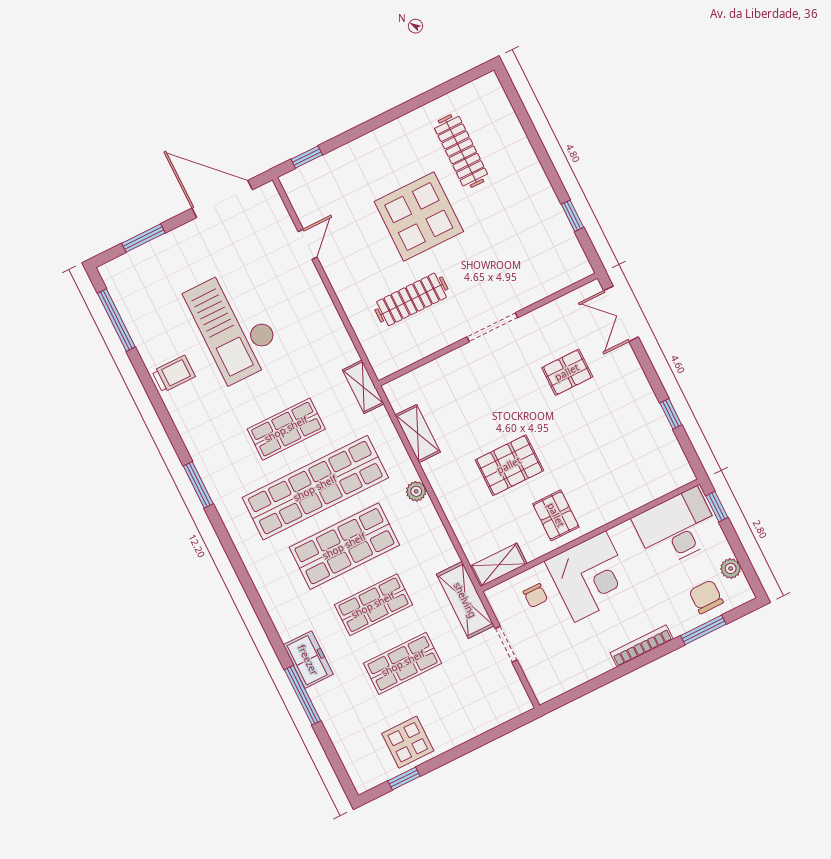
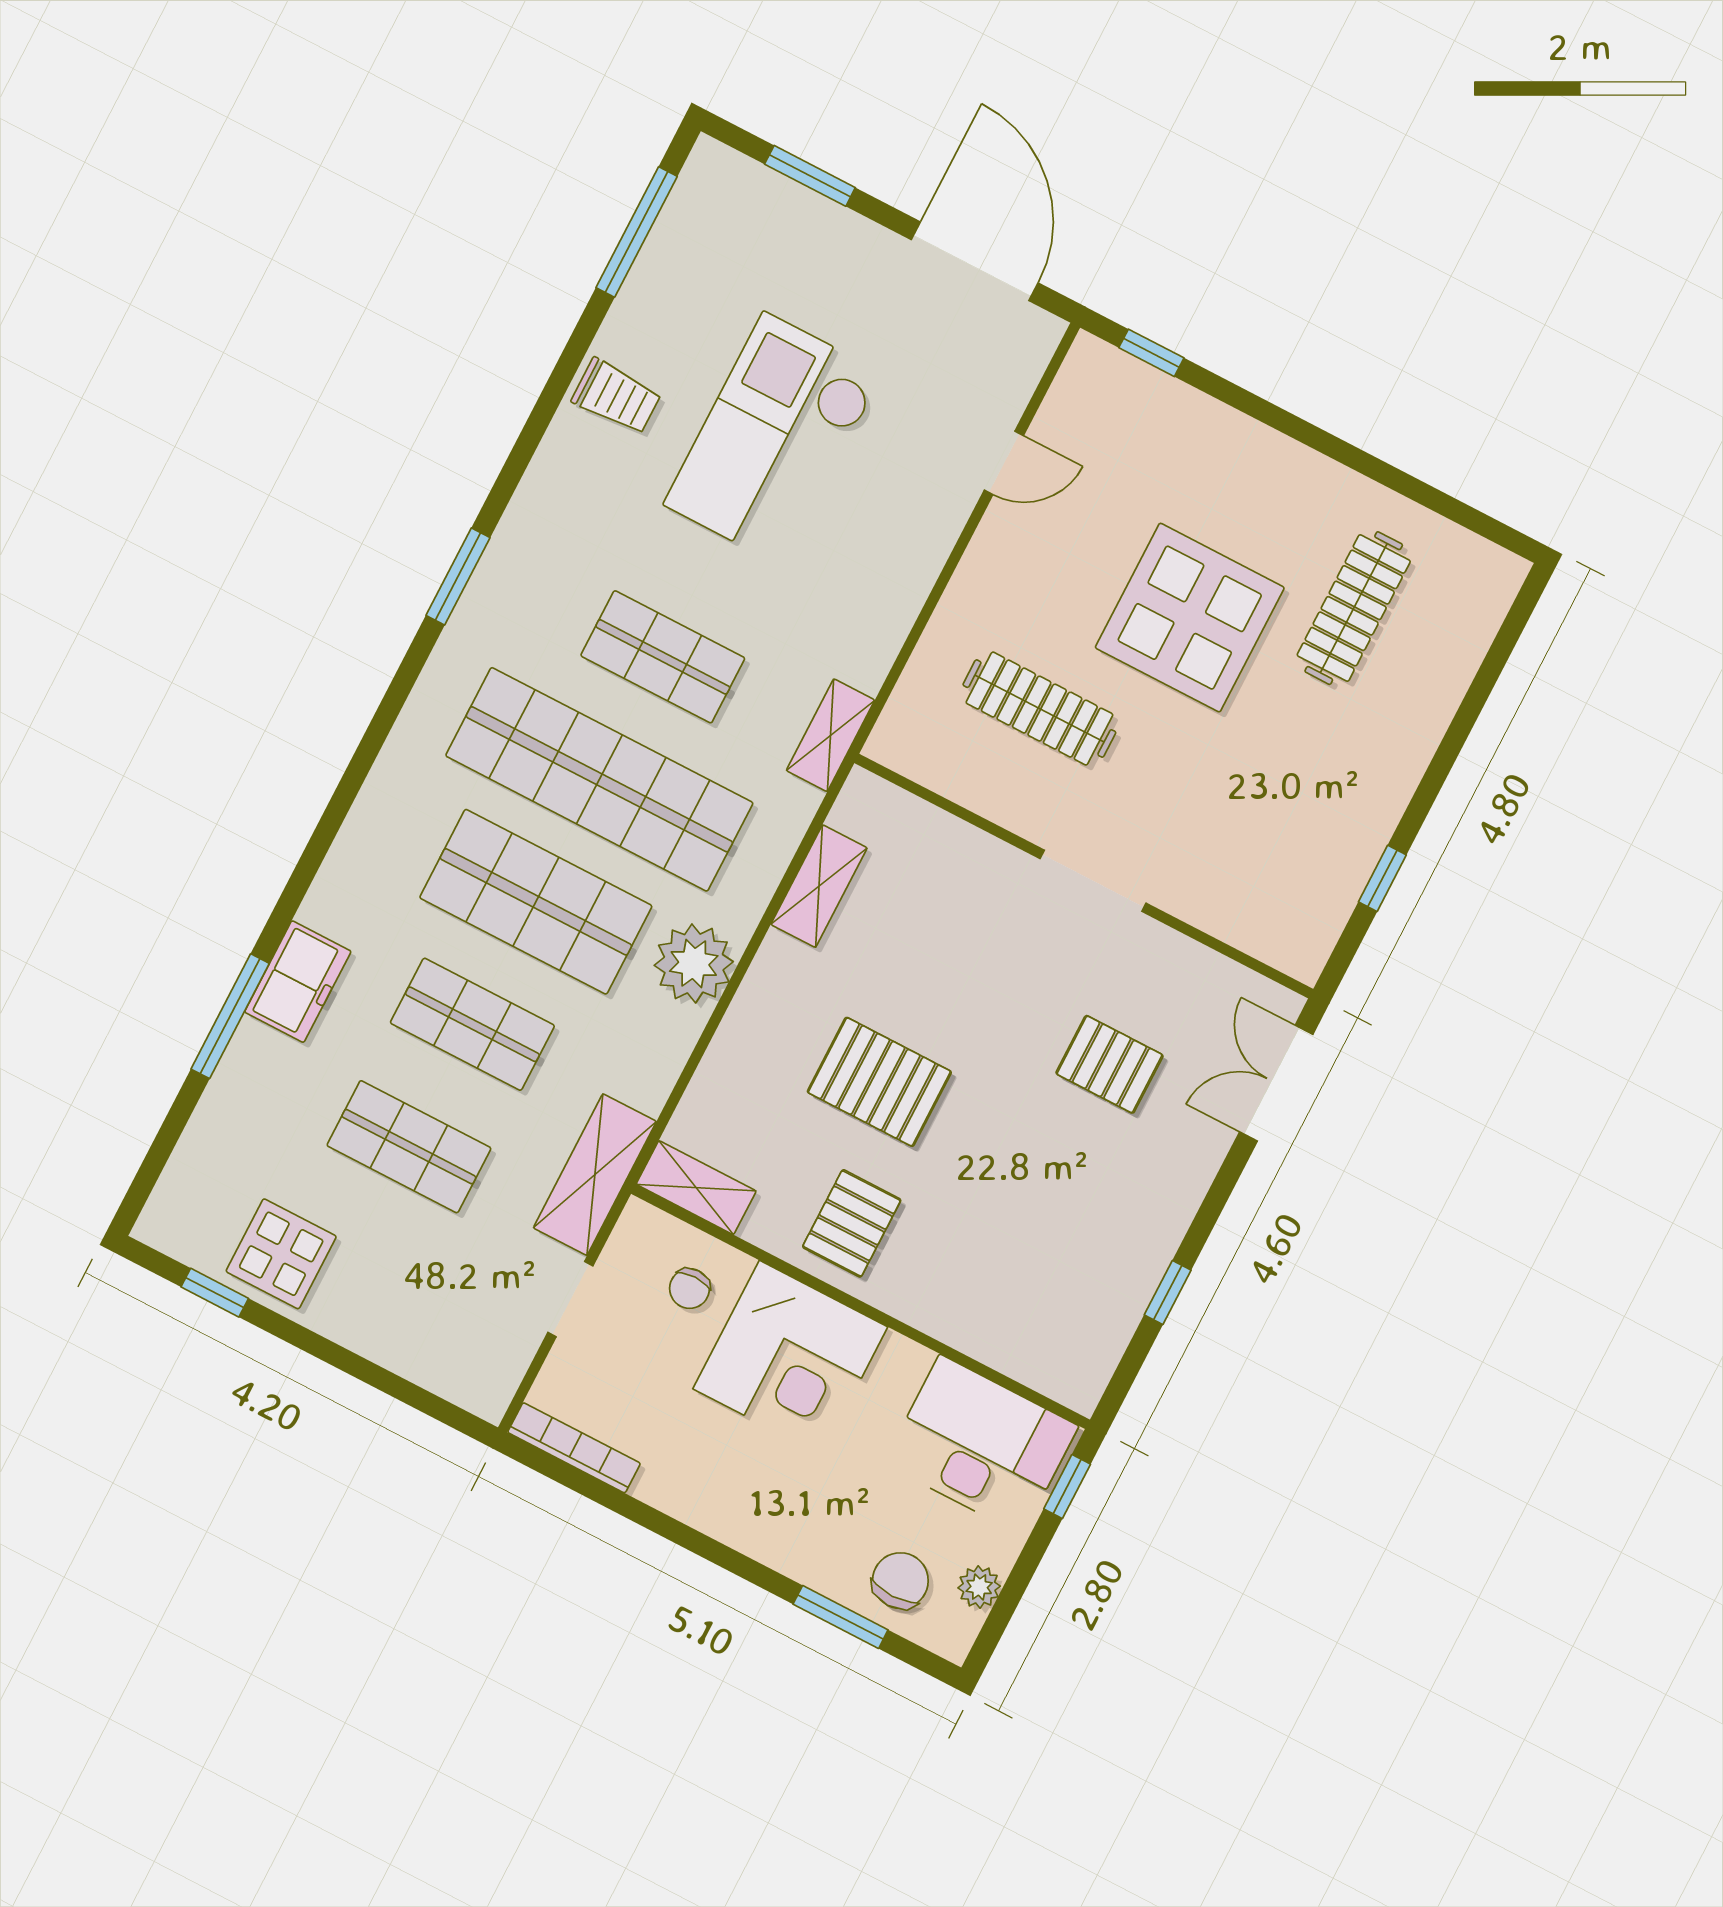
plant: (416, 491) -> (694, 963), width x1.88, depth x1.88
bookcase: (642, 646) -> (574, 1448), moved

